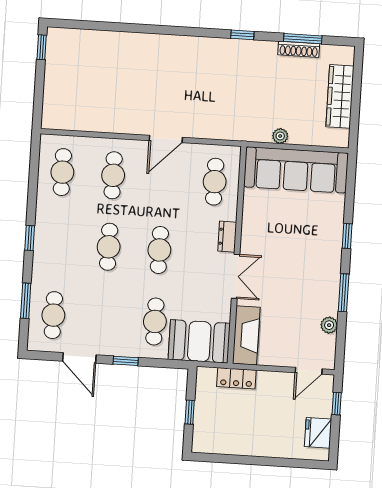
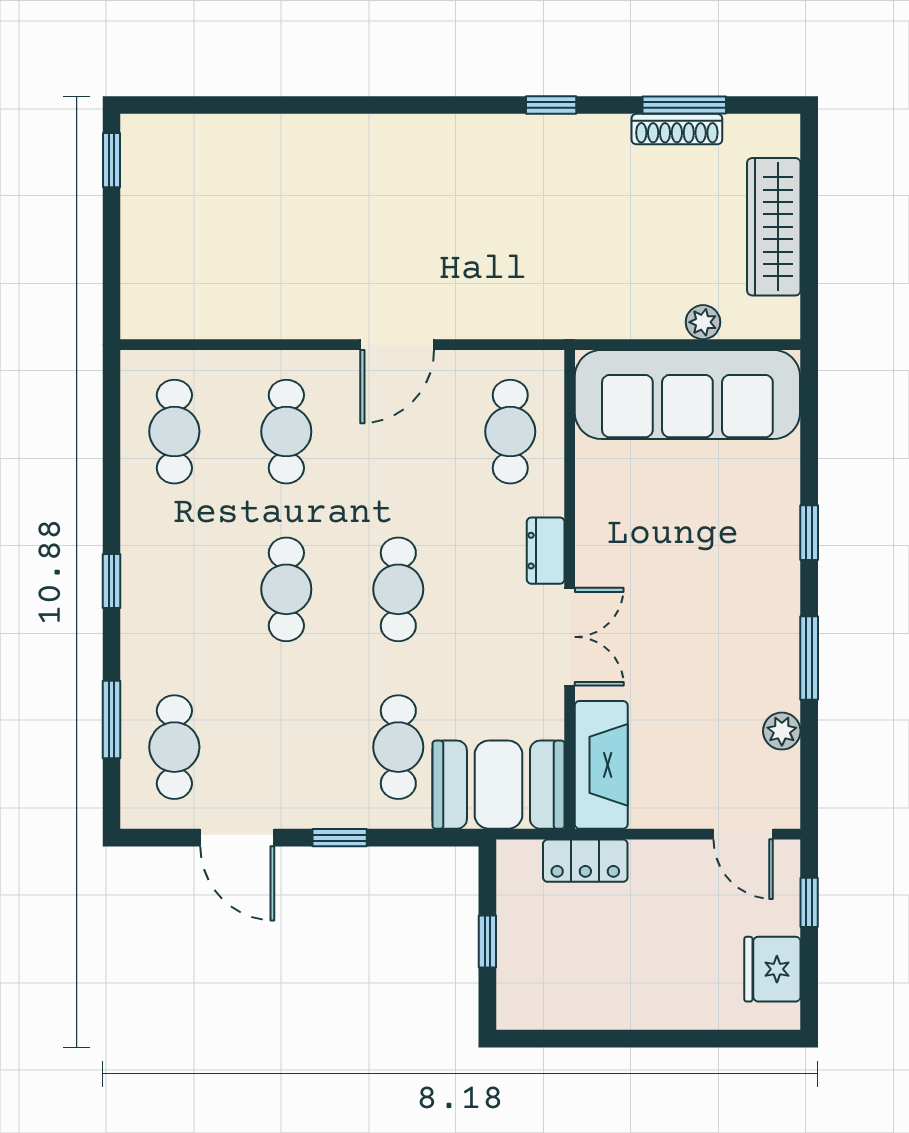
plant: (280, 136) -> (703, 322), moved
door: (309, 371) -> (743, 834), hinge flipped

